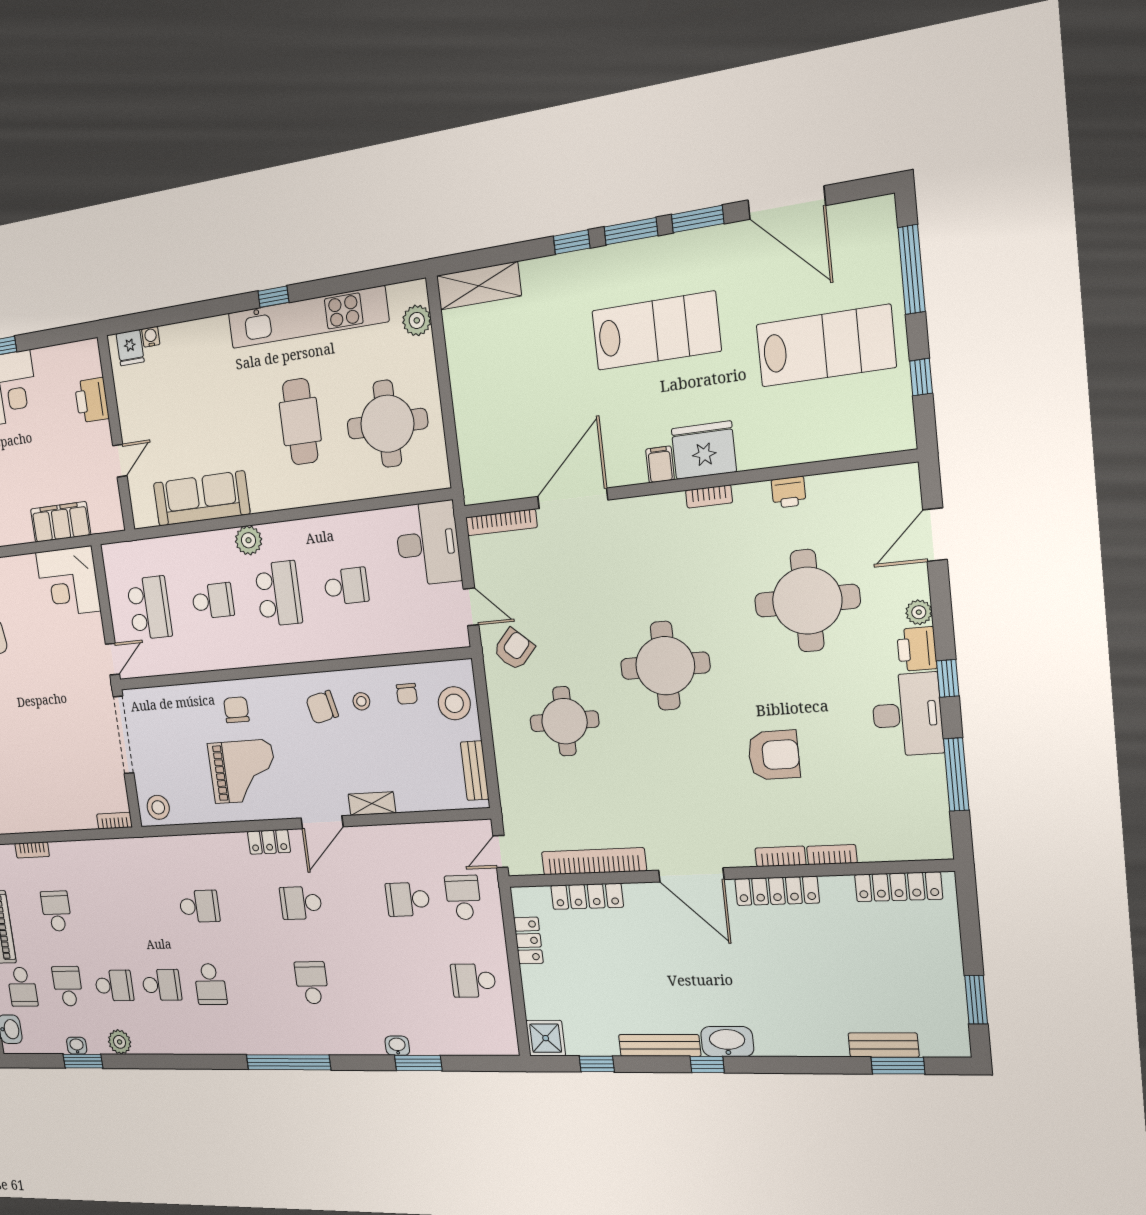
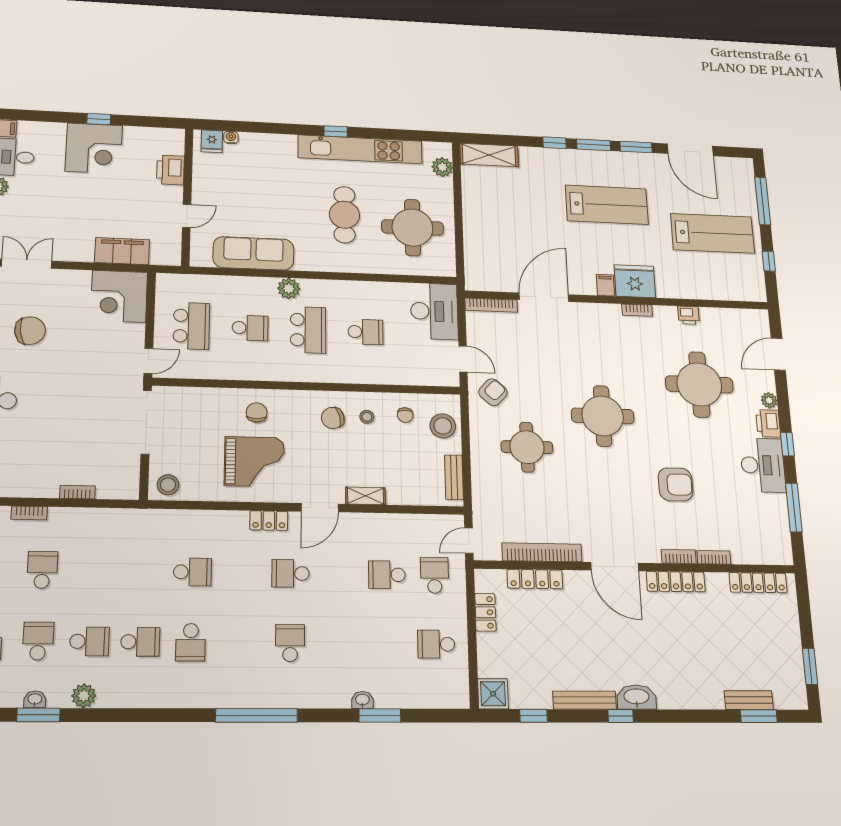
bookcase: (115, 821) -> (77, 492), moved

